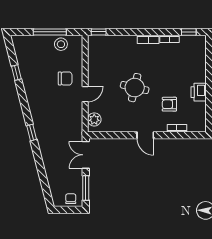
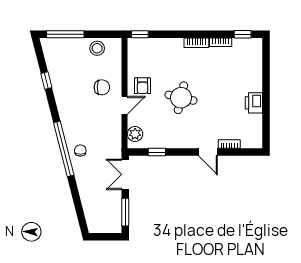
window: (50, 32) -> (65, 34), moved
armchair: (169, 104) -> (143, 86), moved, turned -90
window: (32, 133) -> (64, 149), width x3.17
window: (114, 135) -> (157, 152), added
door: (145, 135) -> (208, 152), moved
chair: (71, 199) -> (80, 151), moved

